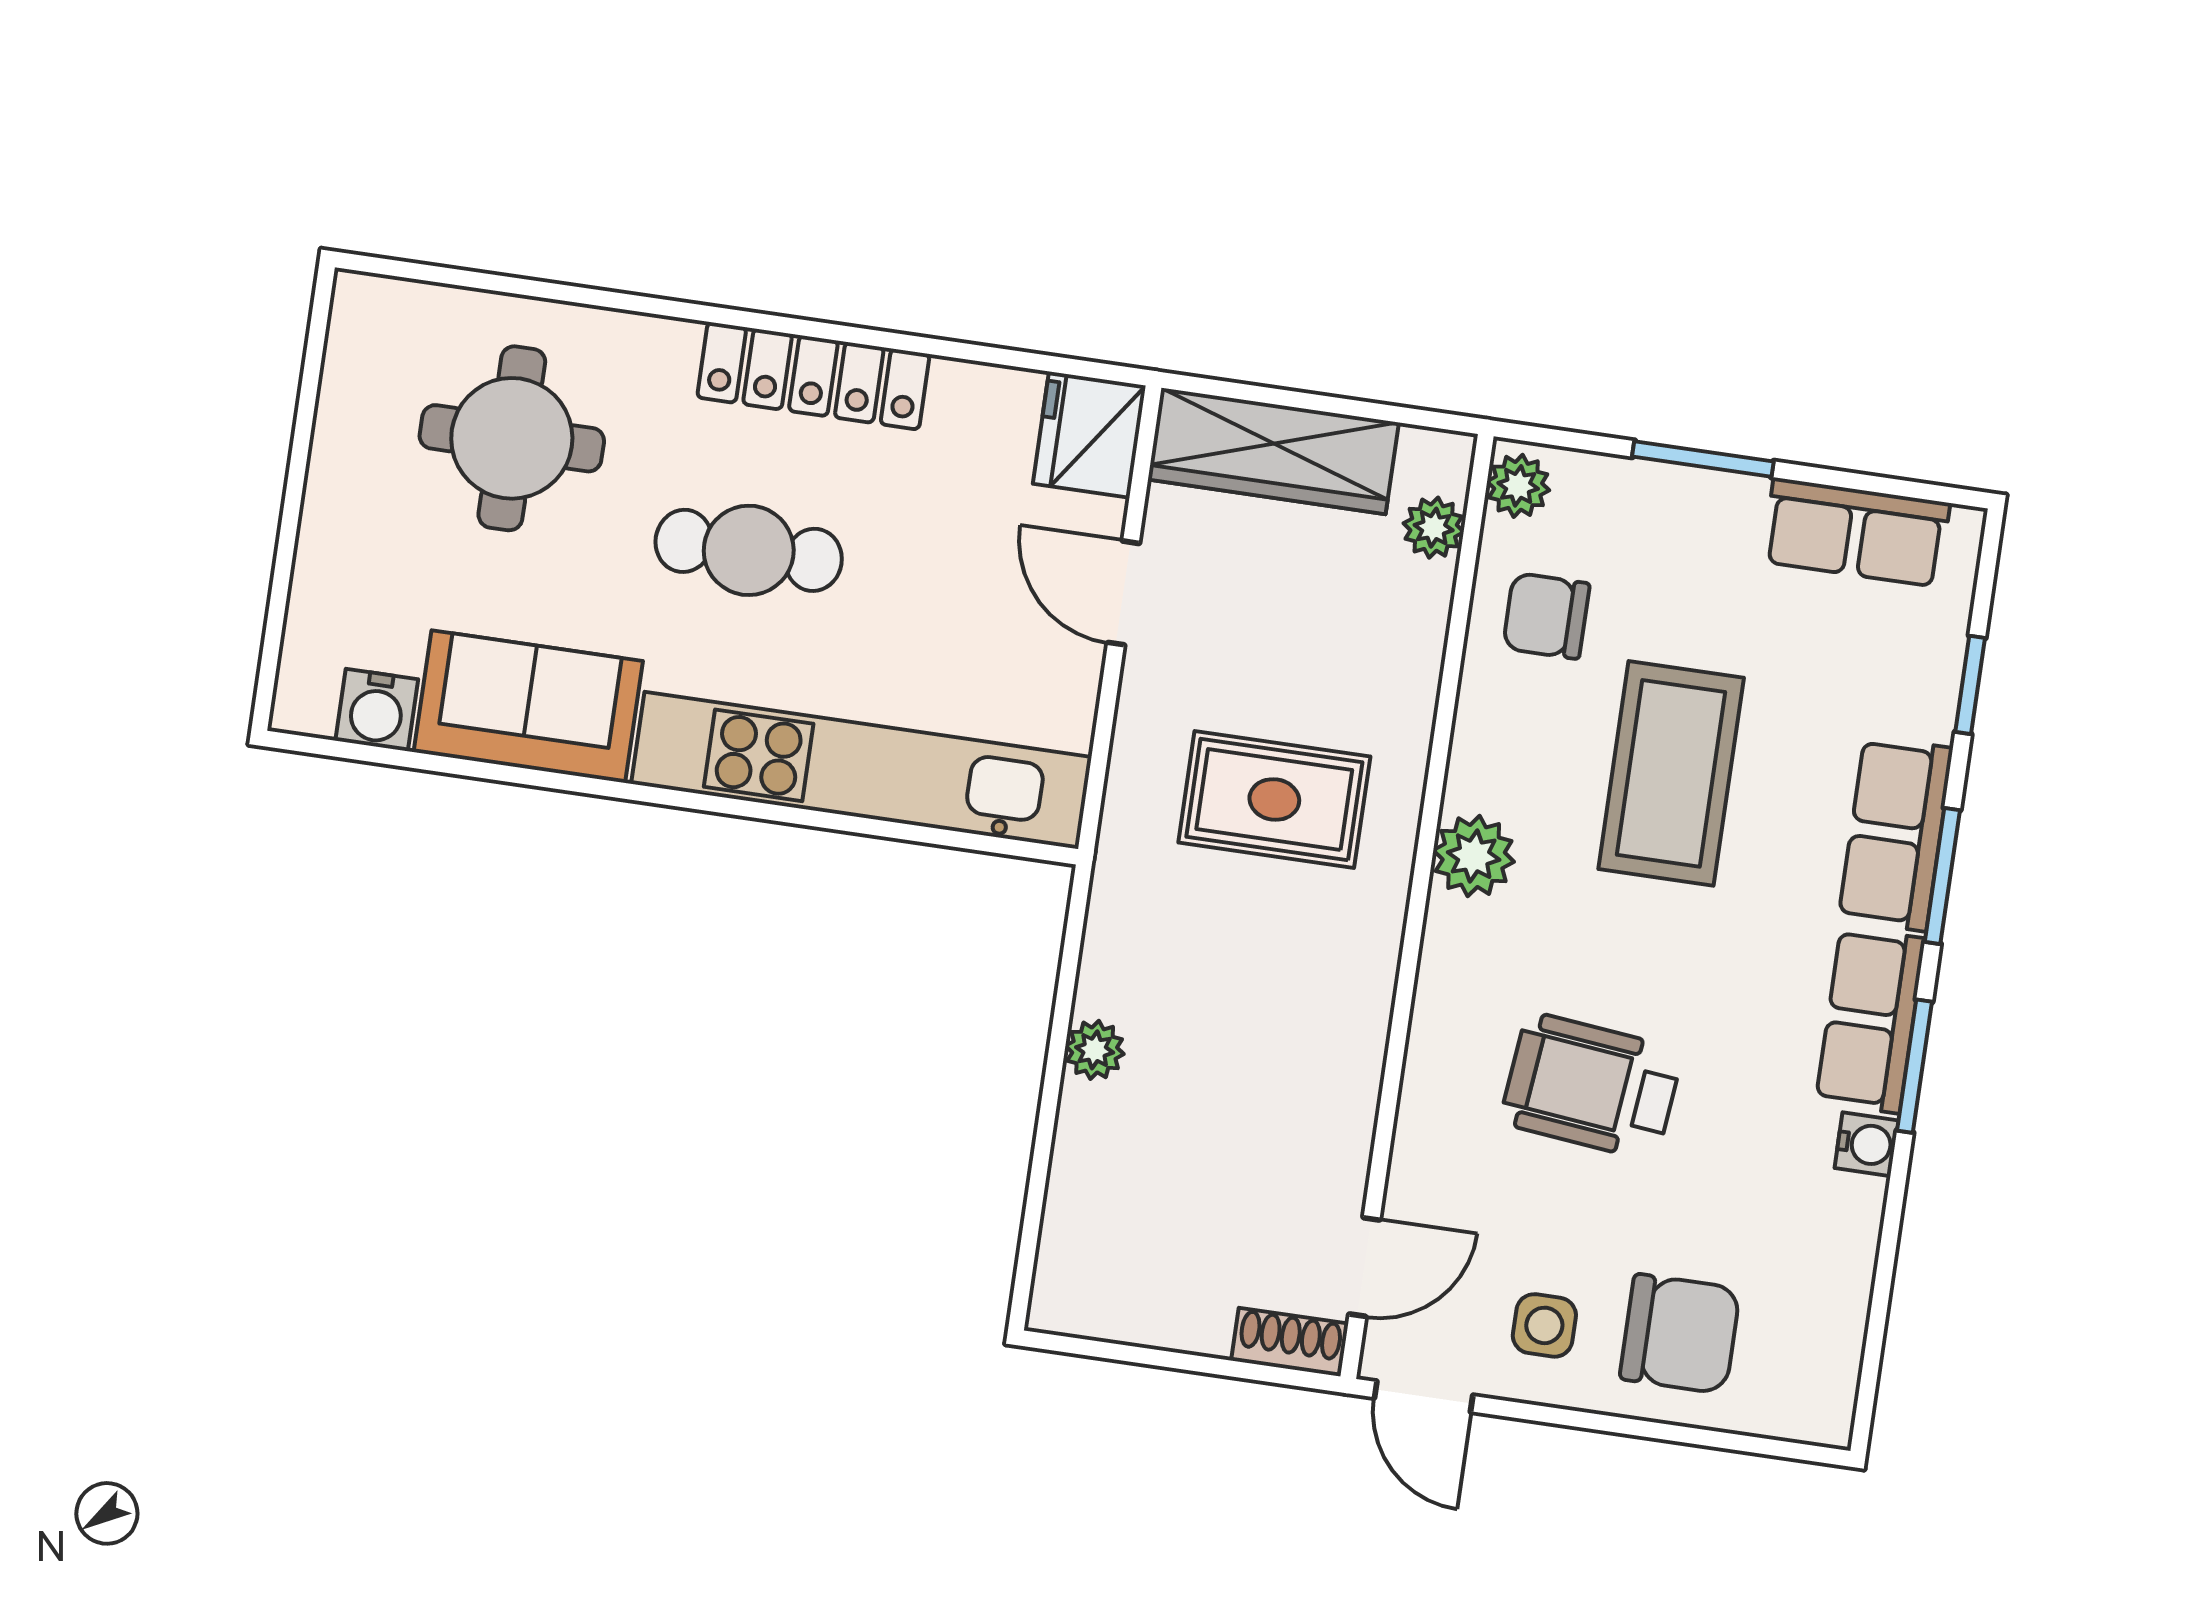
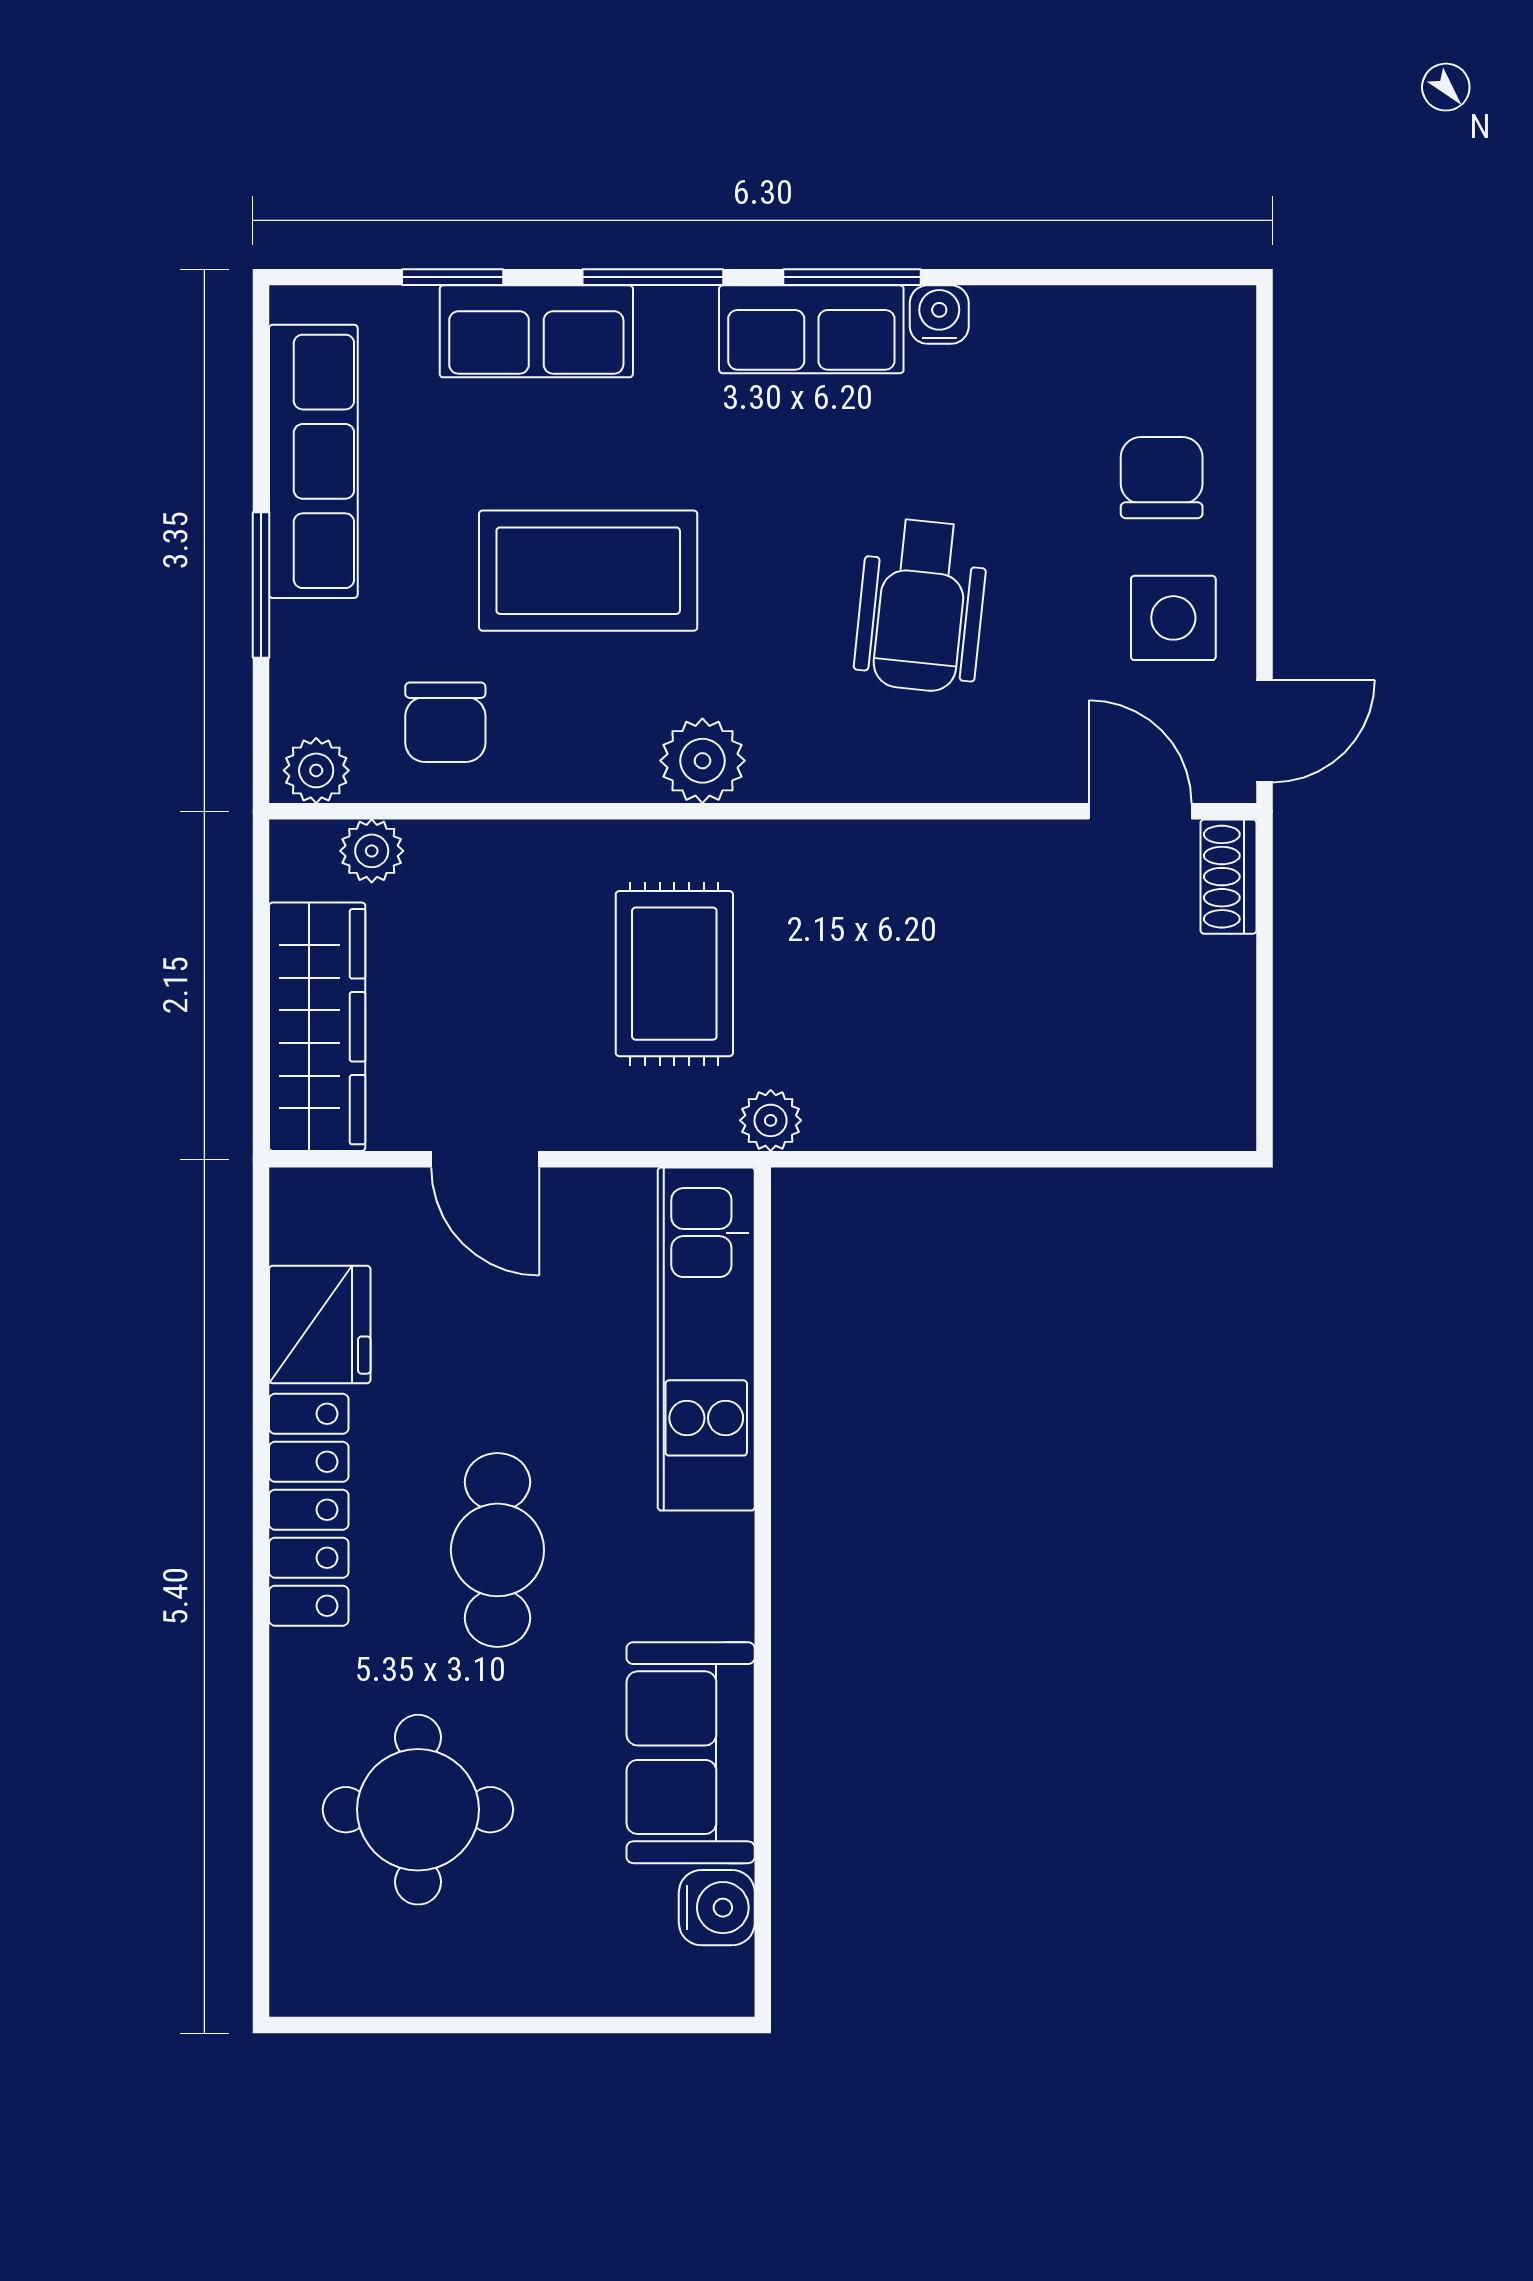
fridge: (1089, 435) -> (320, 1324), moved, turned -90
row of seats: (1856, 532) -> (313, 461), width x1.48
door: (1123, 593) -> (485, 1159), hinge flipped
kitchen unit: (861, 770) -> (706, 1339), width x0.73
row of seats: (1896, 834) -> (536, 331), moved
plant: (1095, 1050) -> (771, 1120), moved
side table: (1544, 1325) -> (1173, 618), width x1.37, depth x1.37
chair: (1680, 1334) -> (1162, 478), width x0.73, depth x0.73

